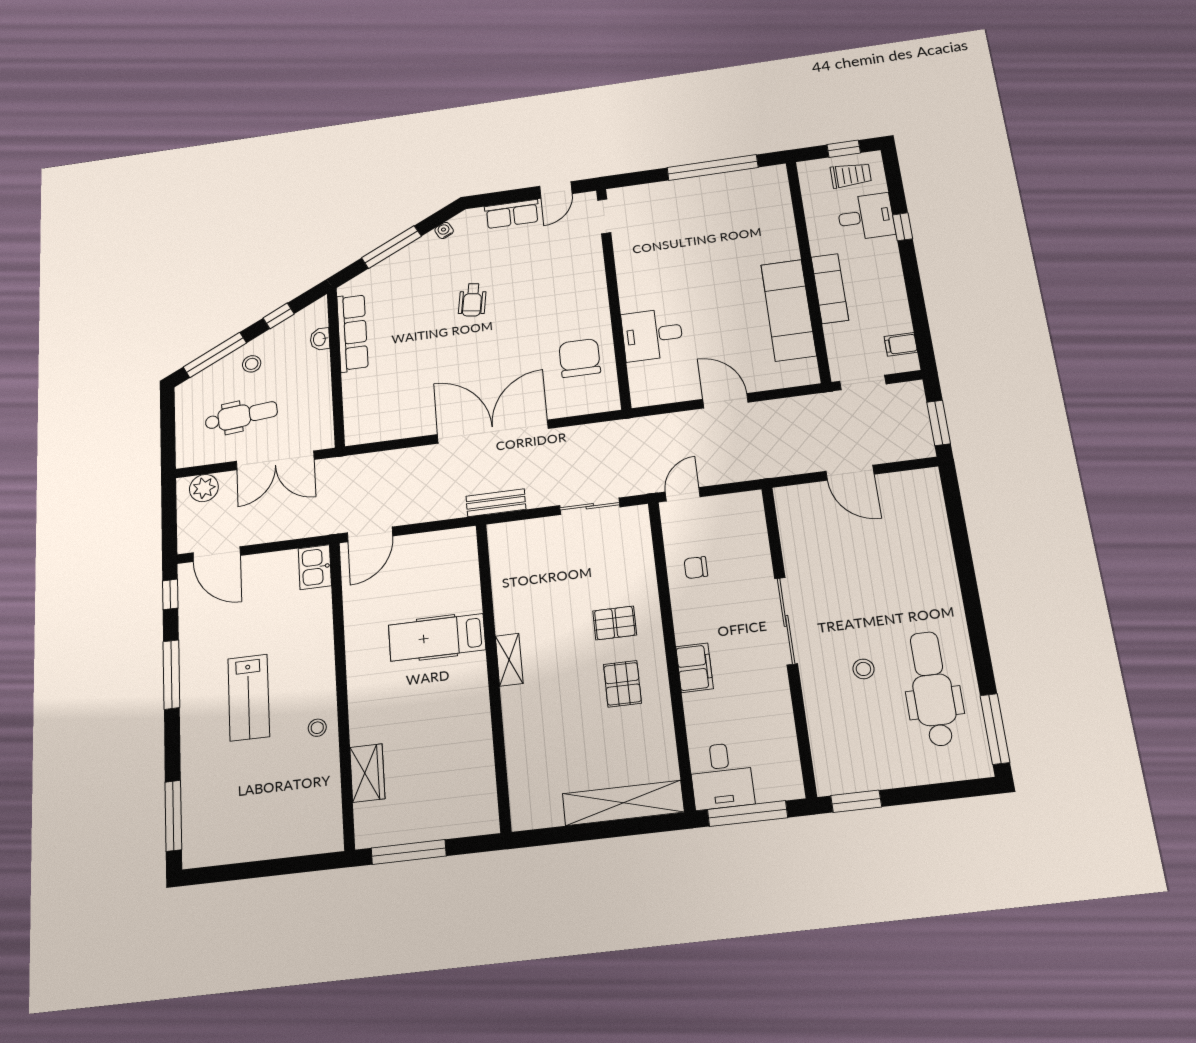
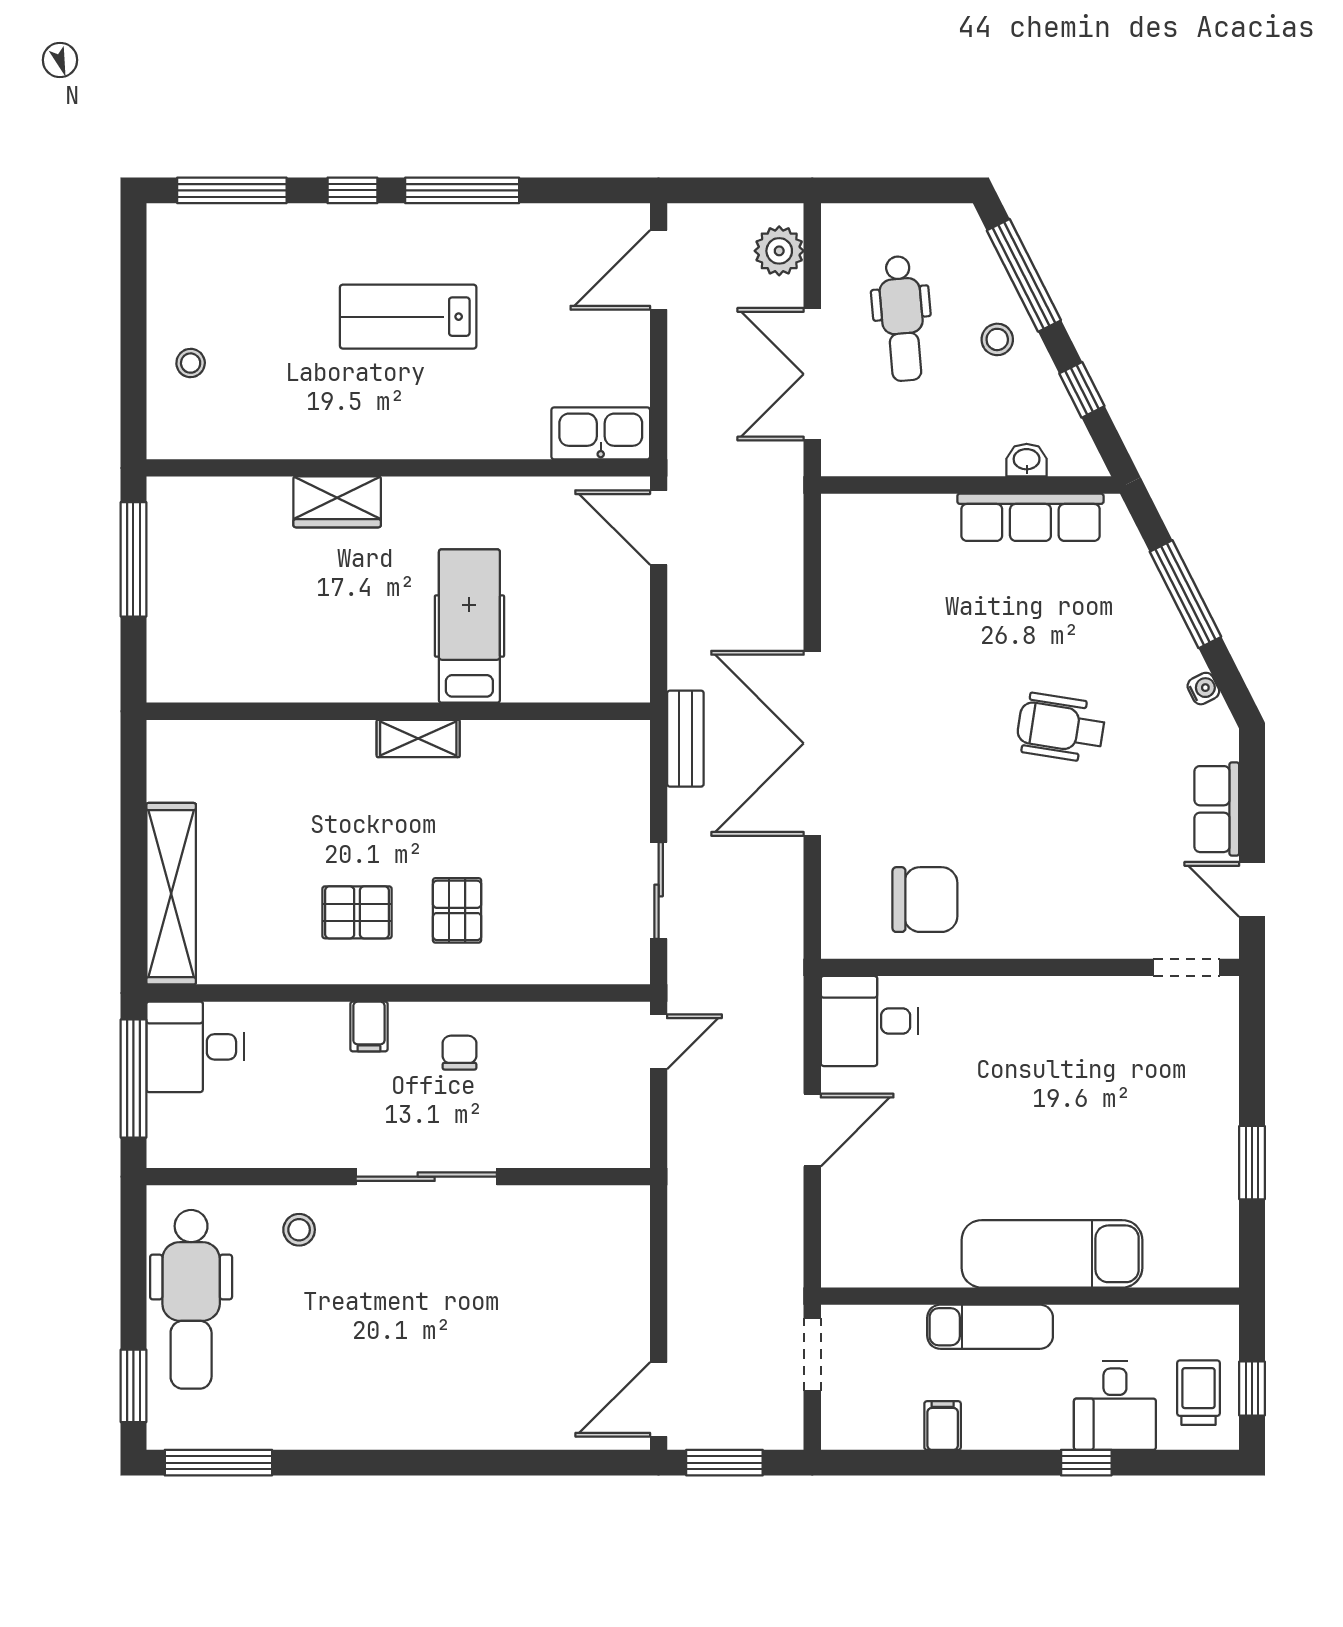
window: (712, 167) -> (1252, 1163), width x0.47
trolley: (851, 175) -> (1199, 1393), turned 180
wheelchair: (472, 300) -> (1061, 728), width x1.36, depth x1.37
exam couch: (788, 310) -> (1052, 1254), moved
desk: (652, 335) -> (869, 1021), moved, turned -90
filing cabinet: (901, 344) -> (943, 1425), moved
double door: (493, 432) -> (812, 743), swing flipped
door: (850, 473) -> (659, 1399), moved
door: (683, 494) -> (659, 1042), hinge flipped
kitchen sink: (315, 567) -> (601, 433), width x1.38
chair: (696, 568) -> (459, 1053), moved
window: (170, 594) -> (352, 190), moved
filing cabinet: (695, 668) -> (369, 1027), width x0.50
stool: (863, 669) -> (299, 1230), moved
dental chair: (932, 688) -> (191, 1299), moved, turned 90
stool: (317, 728) -> (191, 363), moved
wardrobe: (367, 773) -> (337, 502), moved
window: (856, 801) -> (133, 1386), moved

